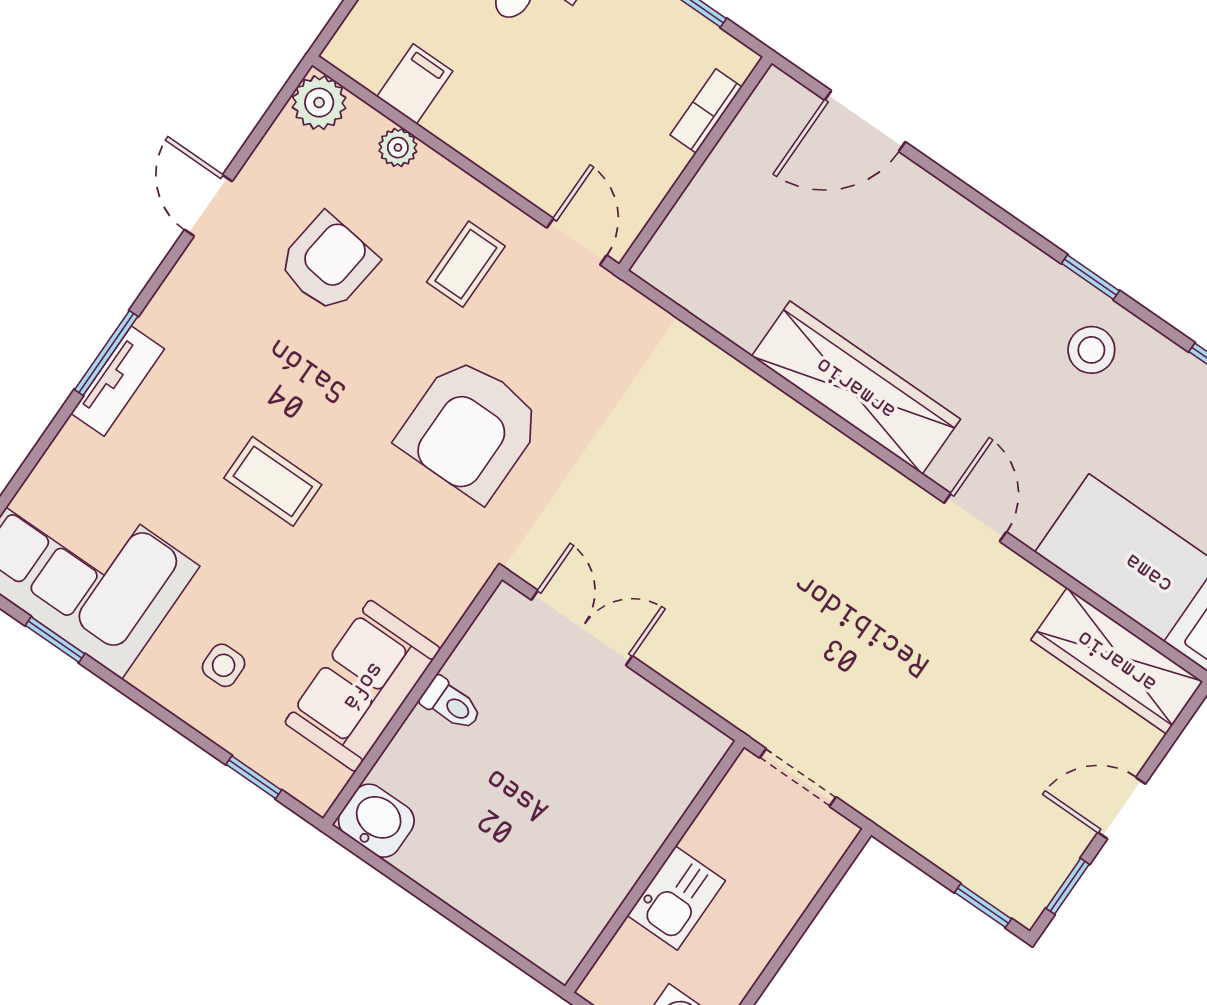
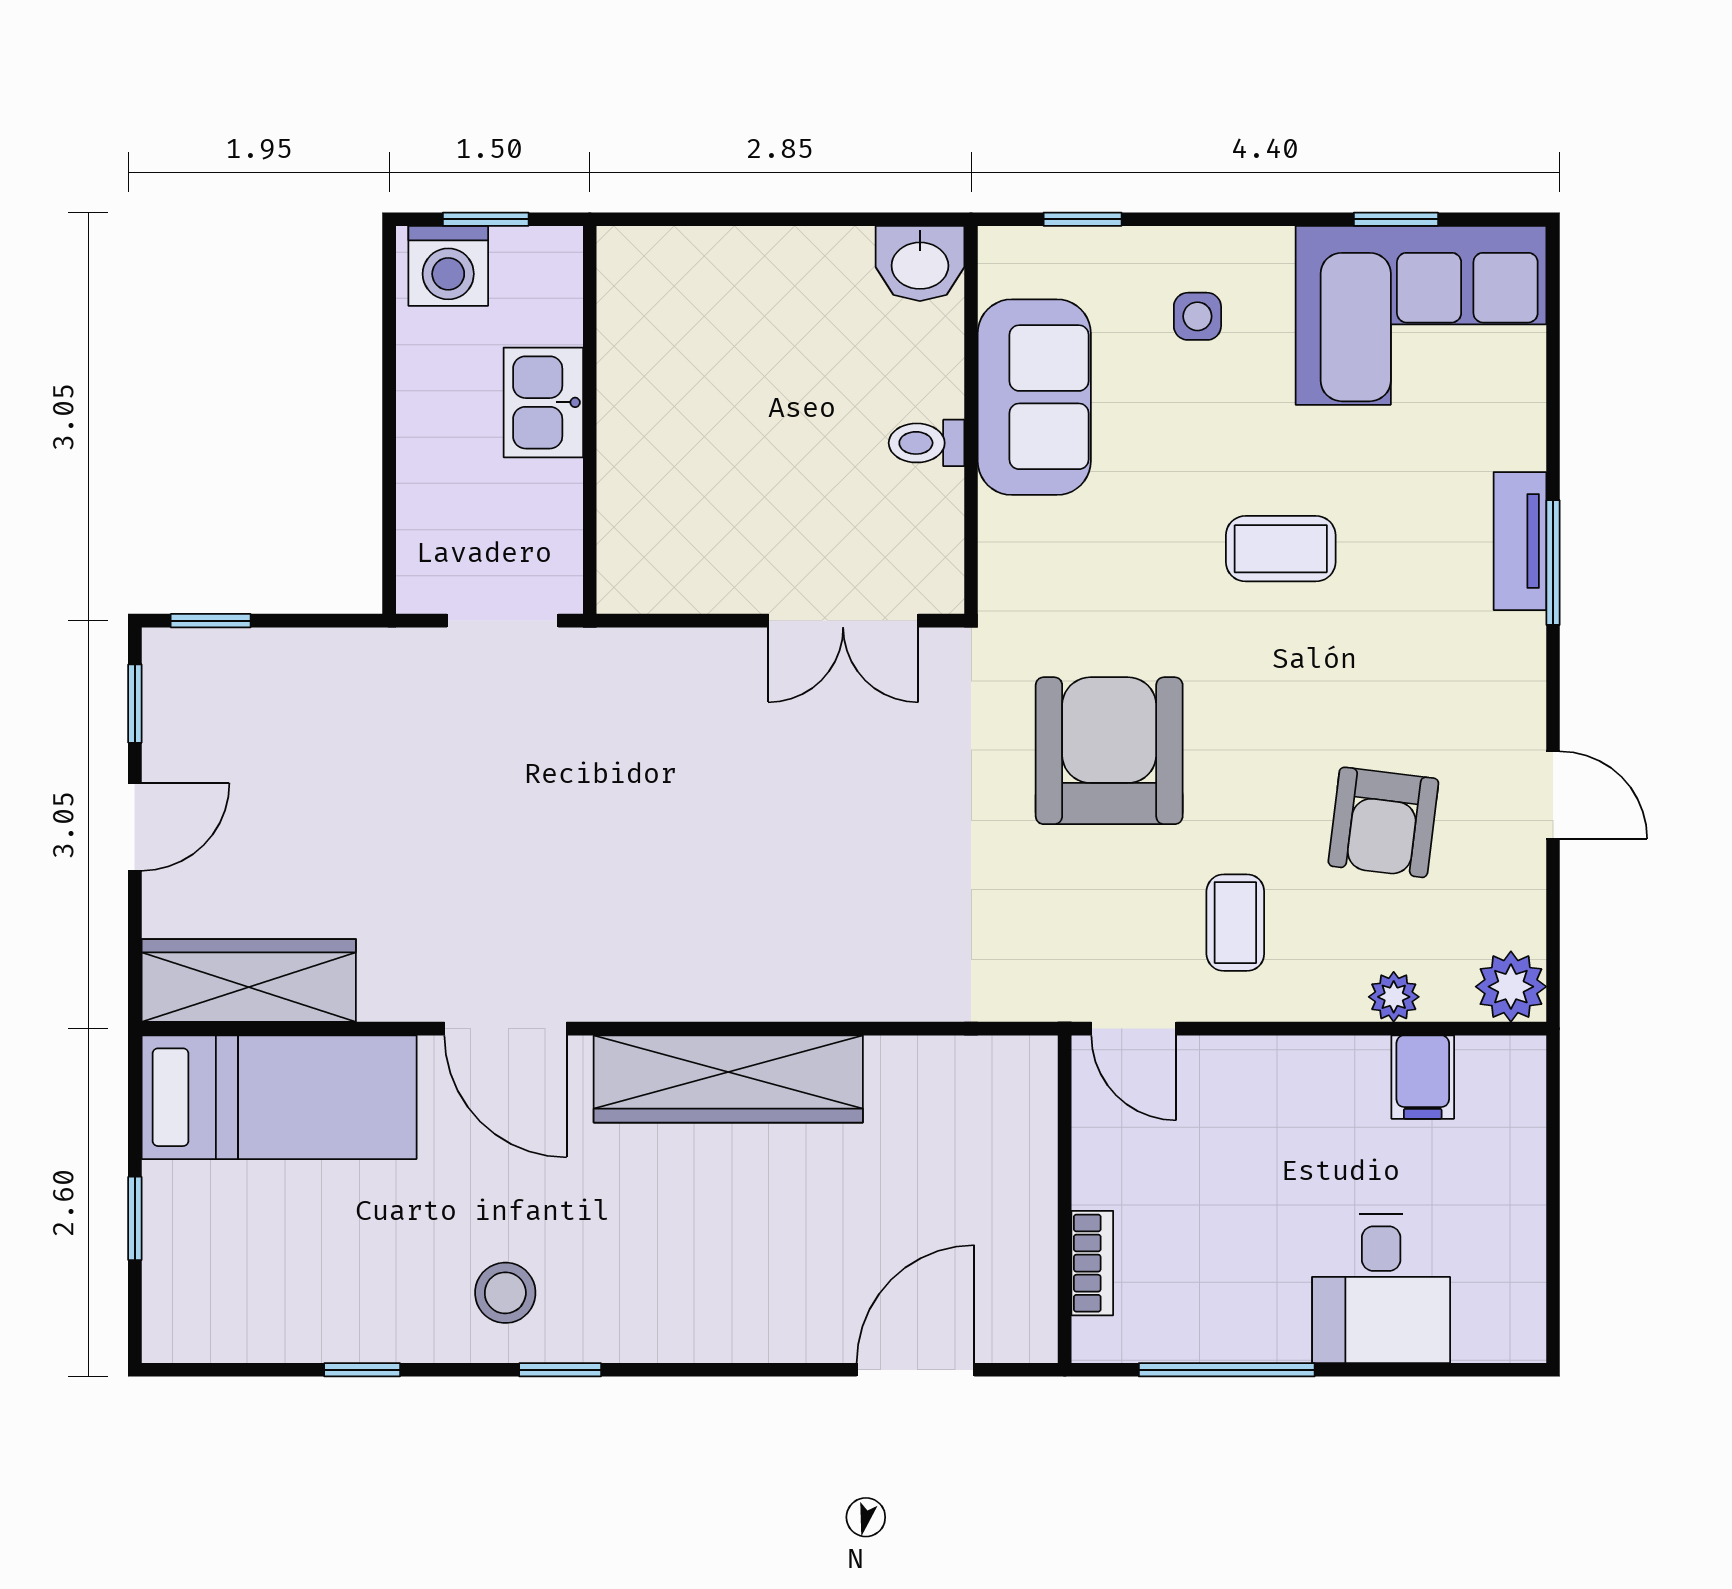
door: (975, 517) -> (505, 1029), width x1.38

